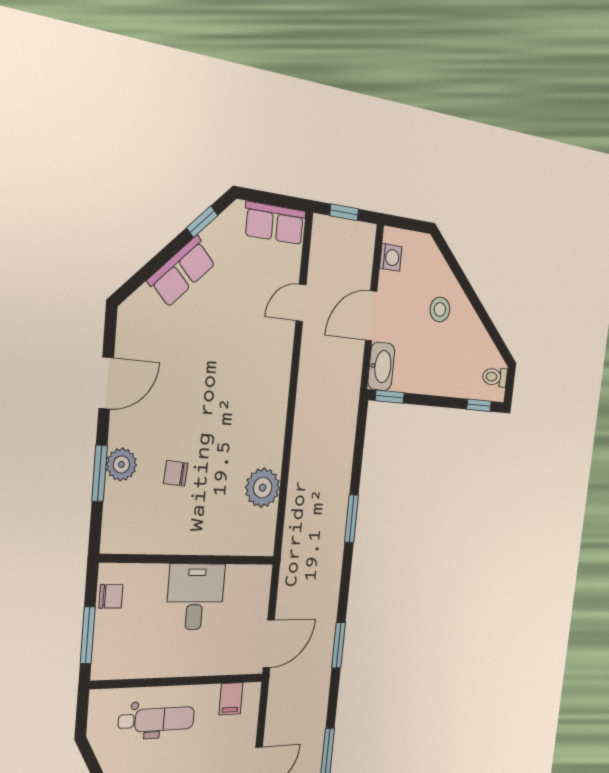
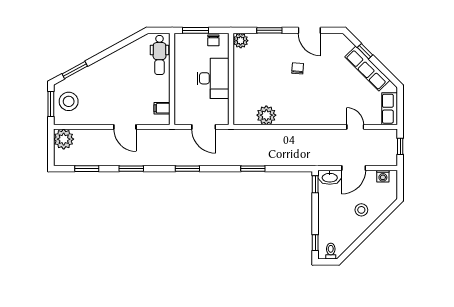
window: (202, 222) -> (365, 51), moved
row of seats: (182, 272) -> (367, 69), width x1.48
door: (371, 316) -> (354, 168), swing flipped
plant: (121, 464) -> (241, 41), moved
chair: (176, 473) -> (298, 68), moved
desk: (195, 597) -> (213, 78), width x1.37
door: (269, 644) -> (204, 127), moved
dental chair: (157, 720) -> (160, 55), moved

